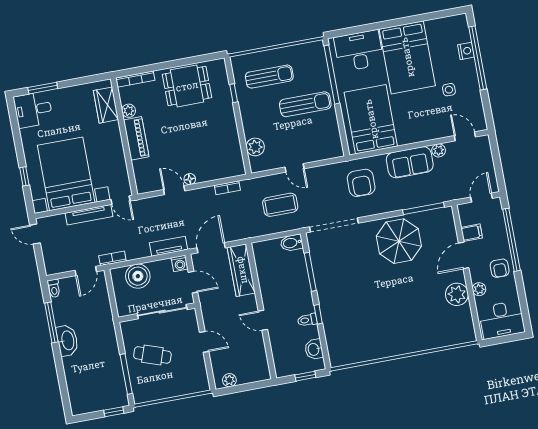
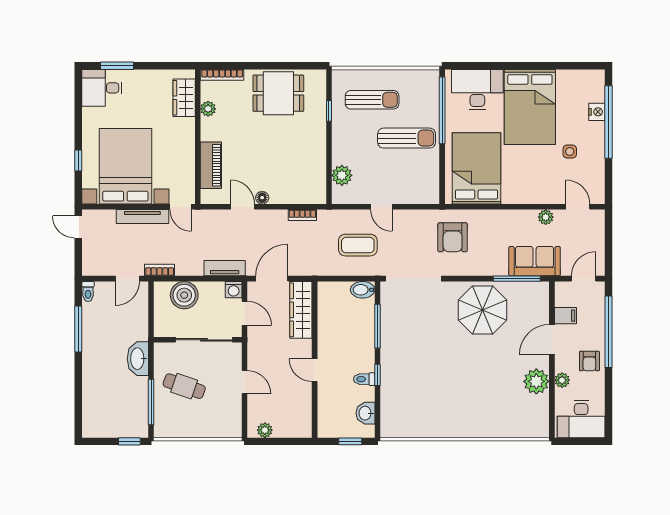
piano: (136, 138) -> (211, 165), moved
sofa: (410, 162) -> (535, 261), moved, turned 180
washbasin: (67, 340) -> (138, 359), moved, turned 180

